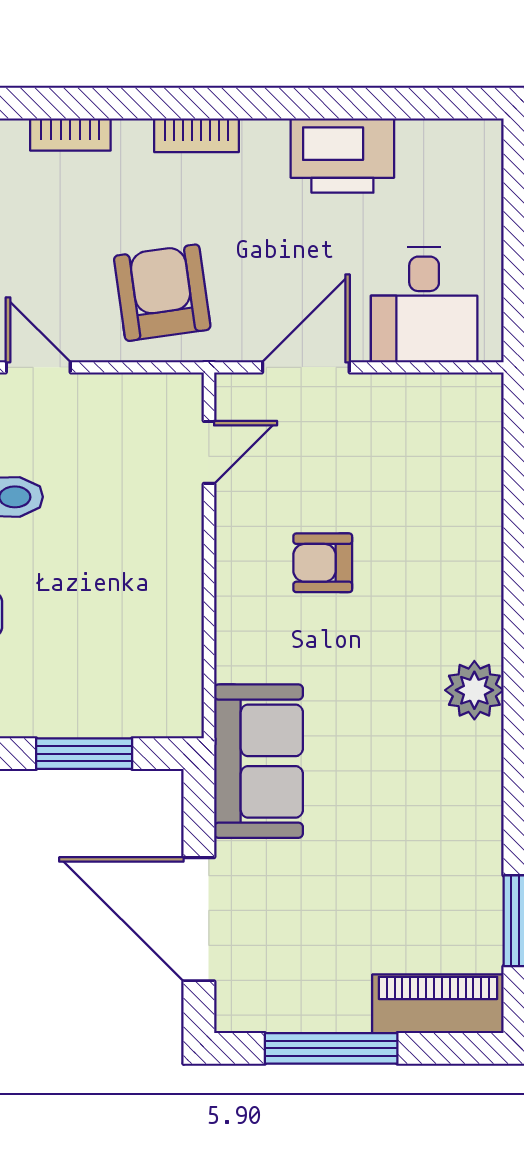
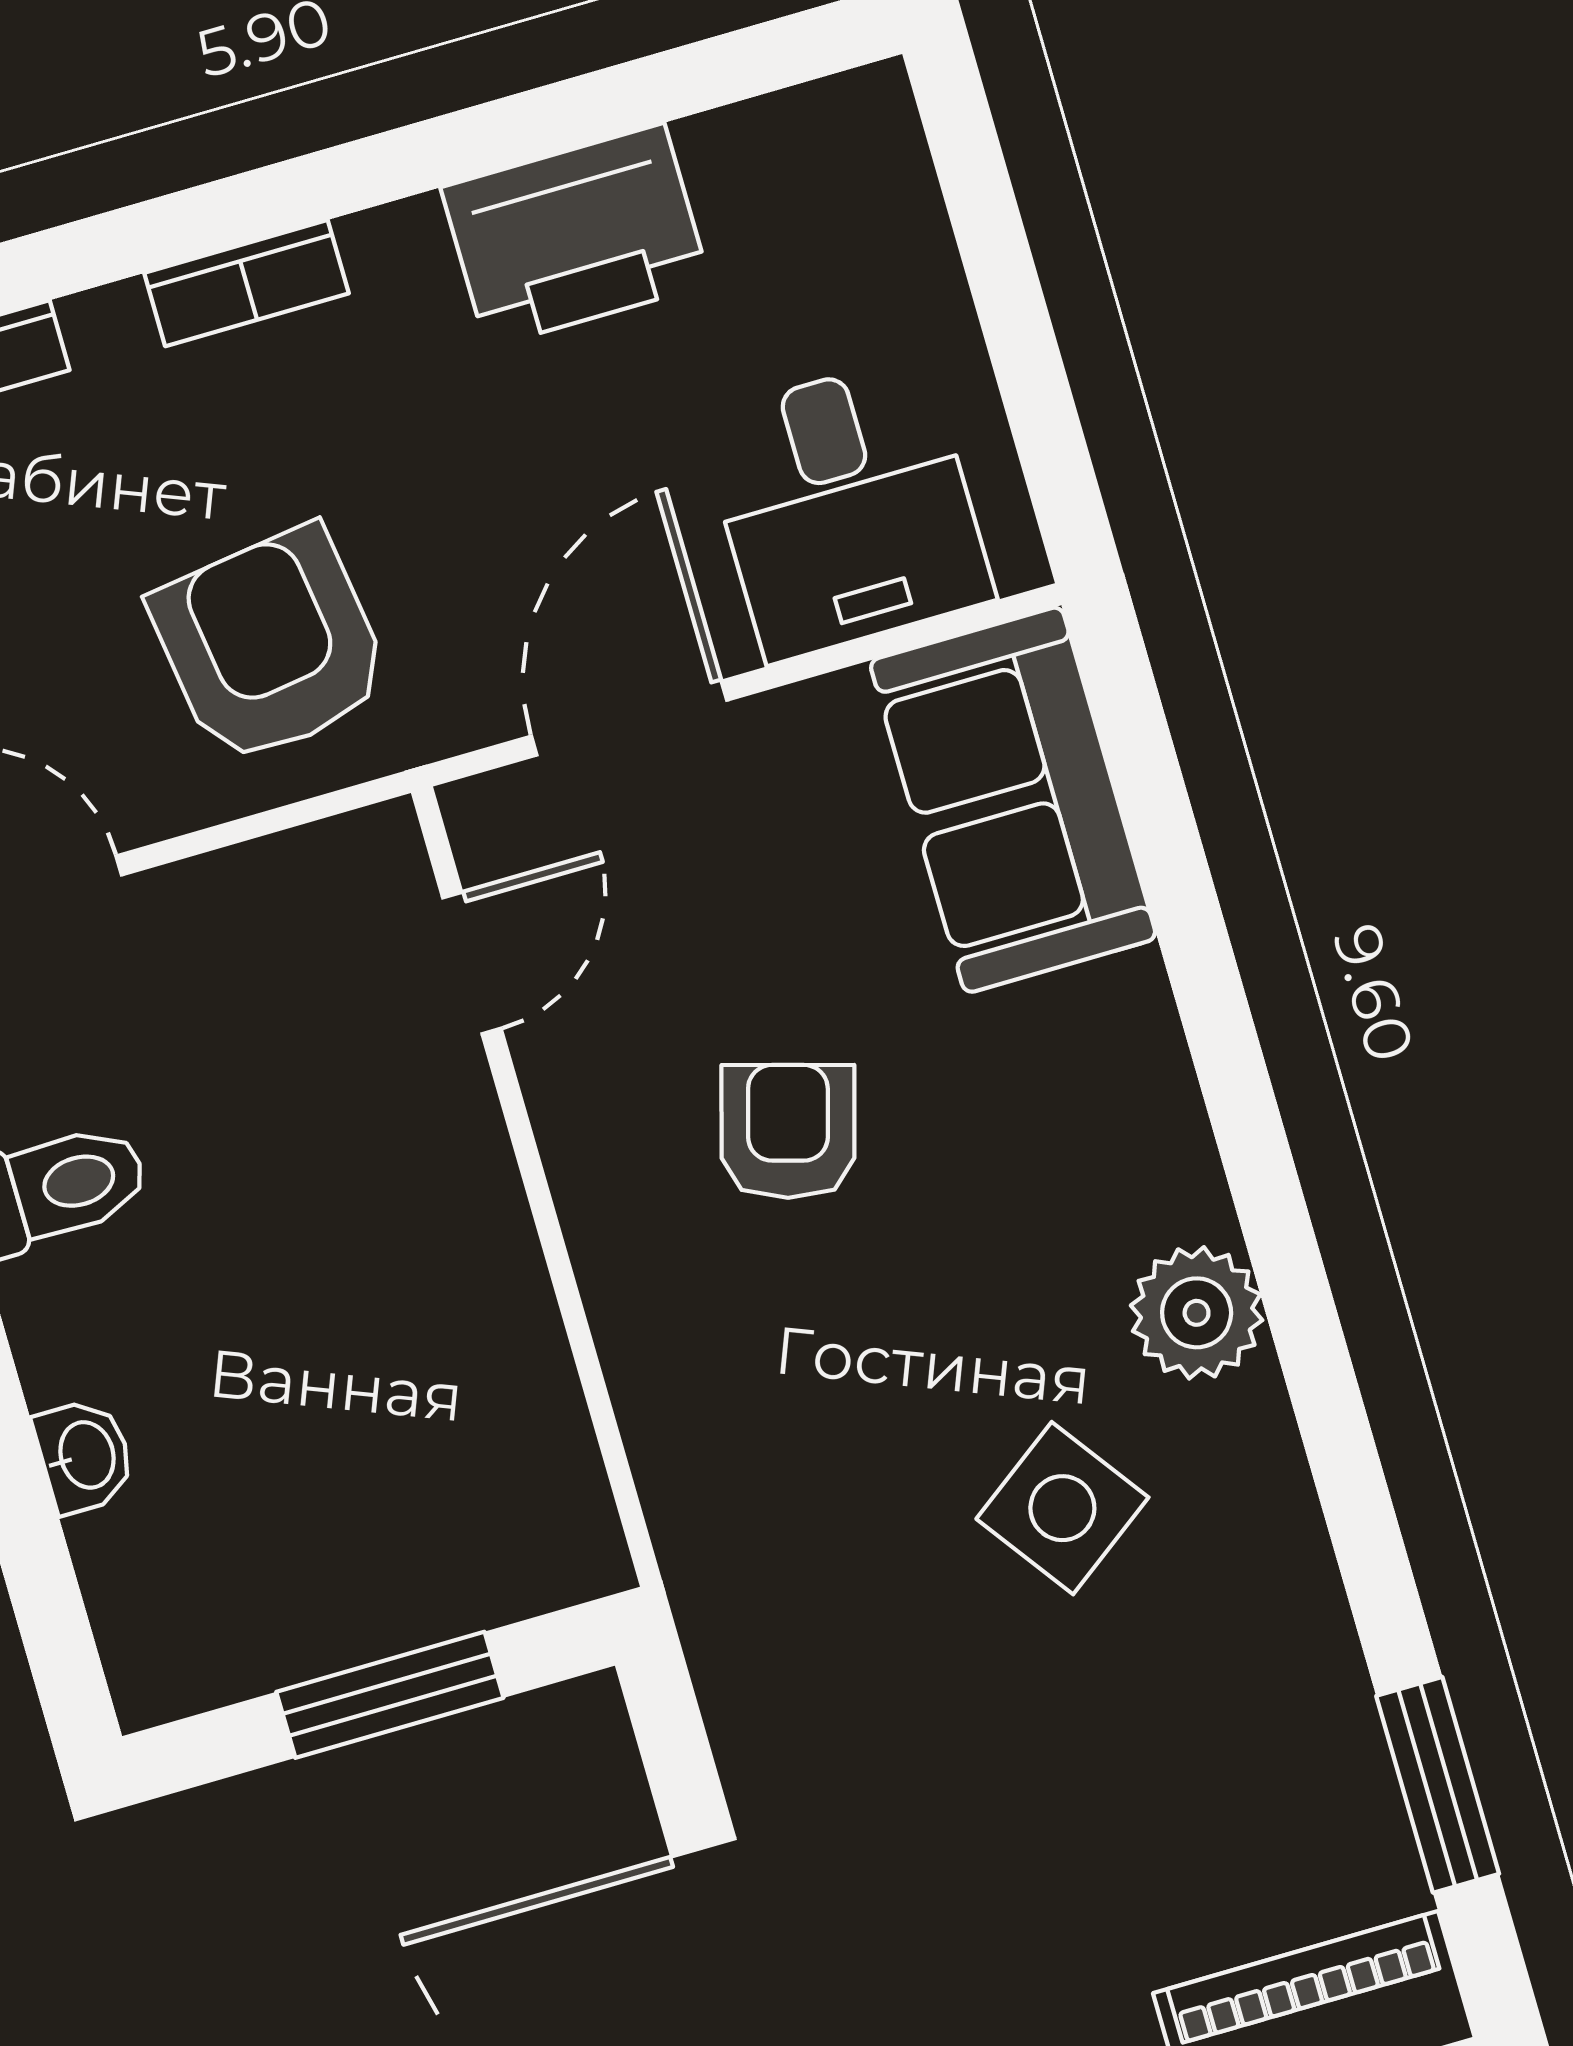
armchair: (323, 563) -> (788, 1131), turned 106
side table: (393, 757) -> (1062, 1508), added
sofa: (258, 761) -> (1013, 800), moved, turned 180

